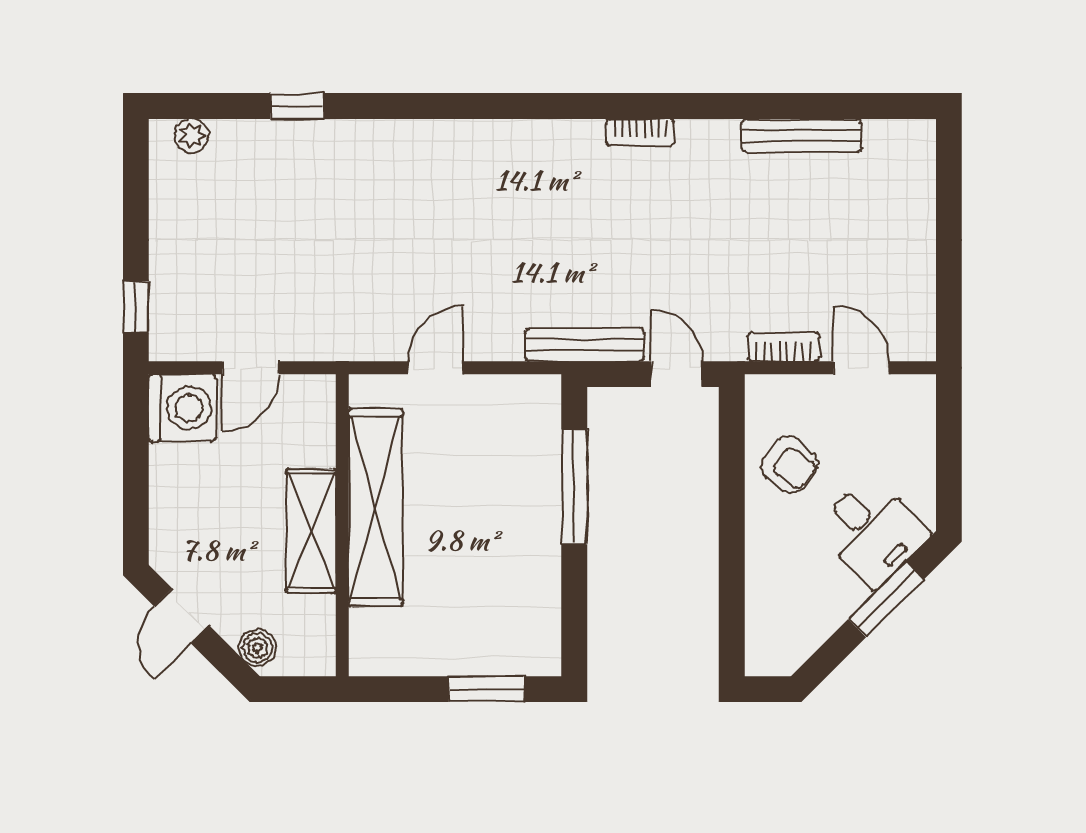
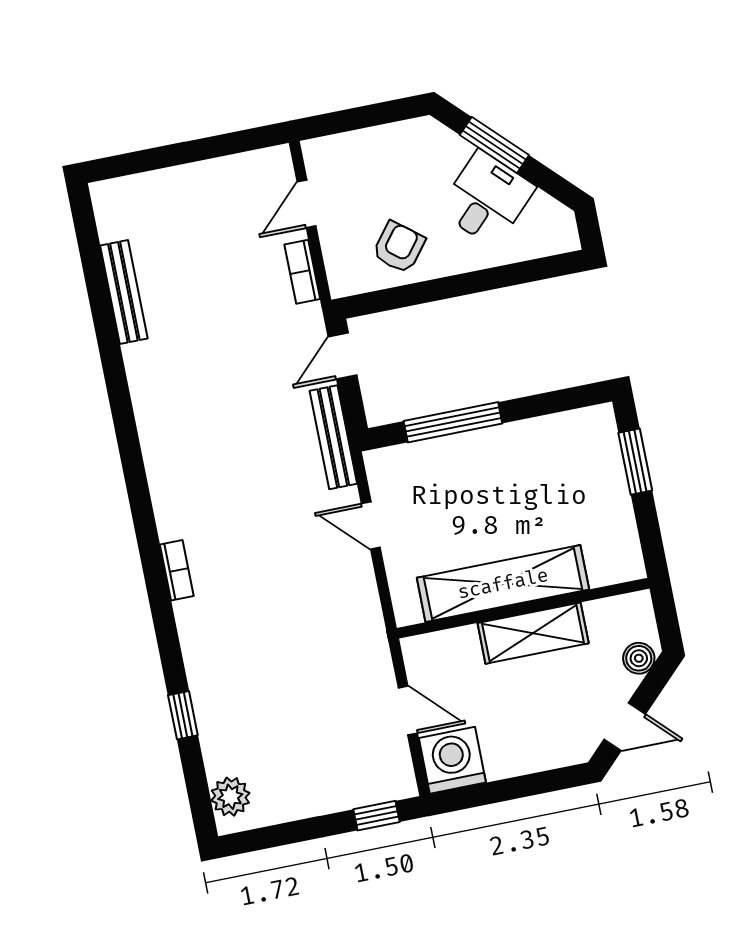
bookcase: (640, 132) -> (177, 570), moved
plant: (192, 136) -> (230, 797), width x1.38, depth x1.38
door: (435, 368) -> (371, 526), moved
desk: (872, 531) -> (487, 199), moved

